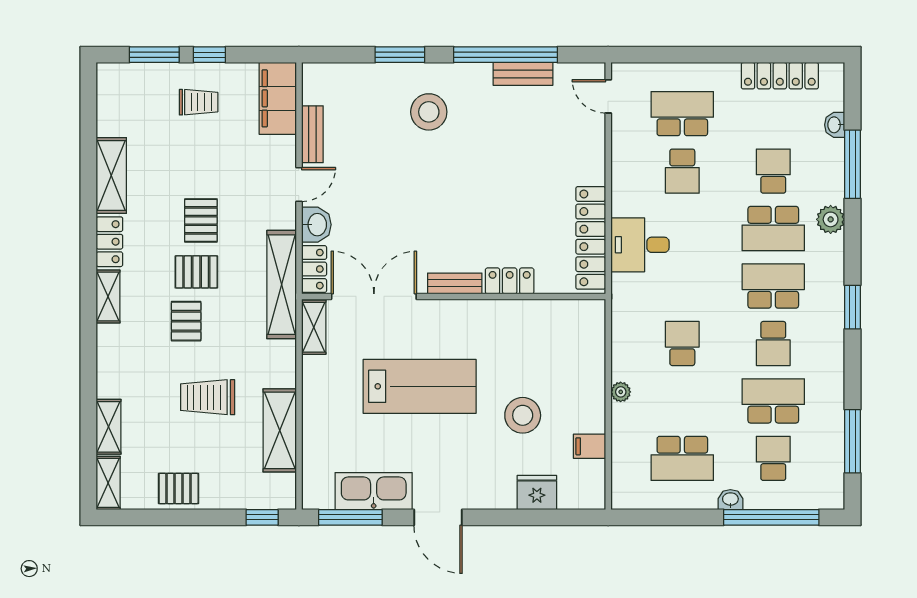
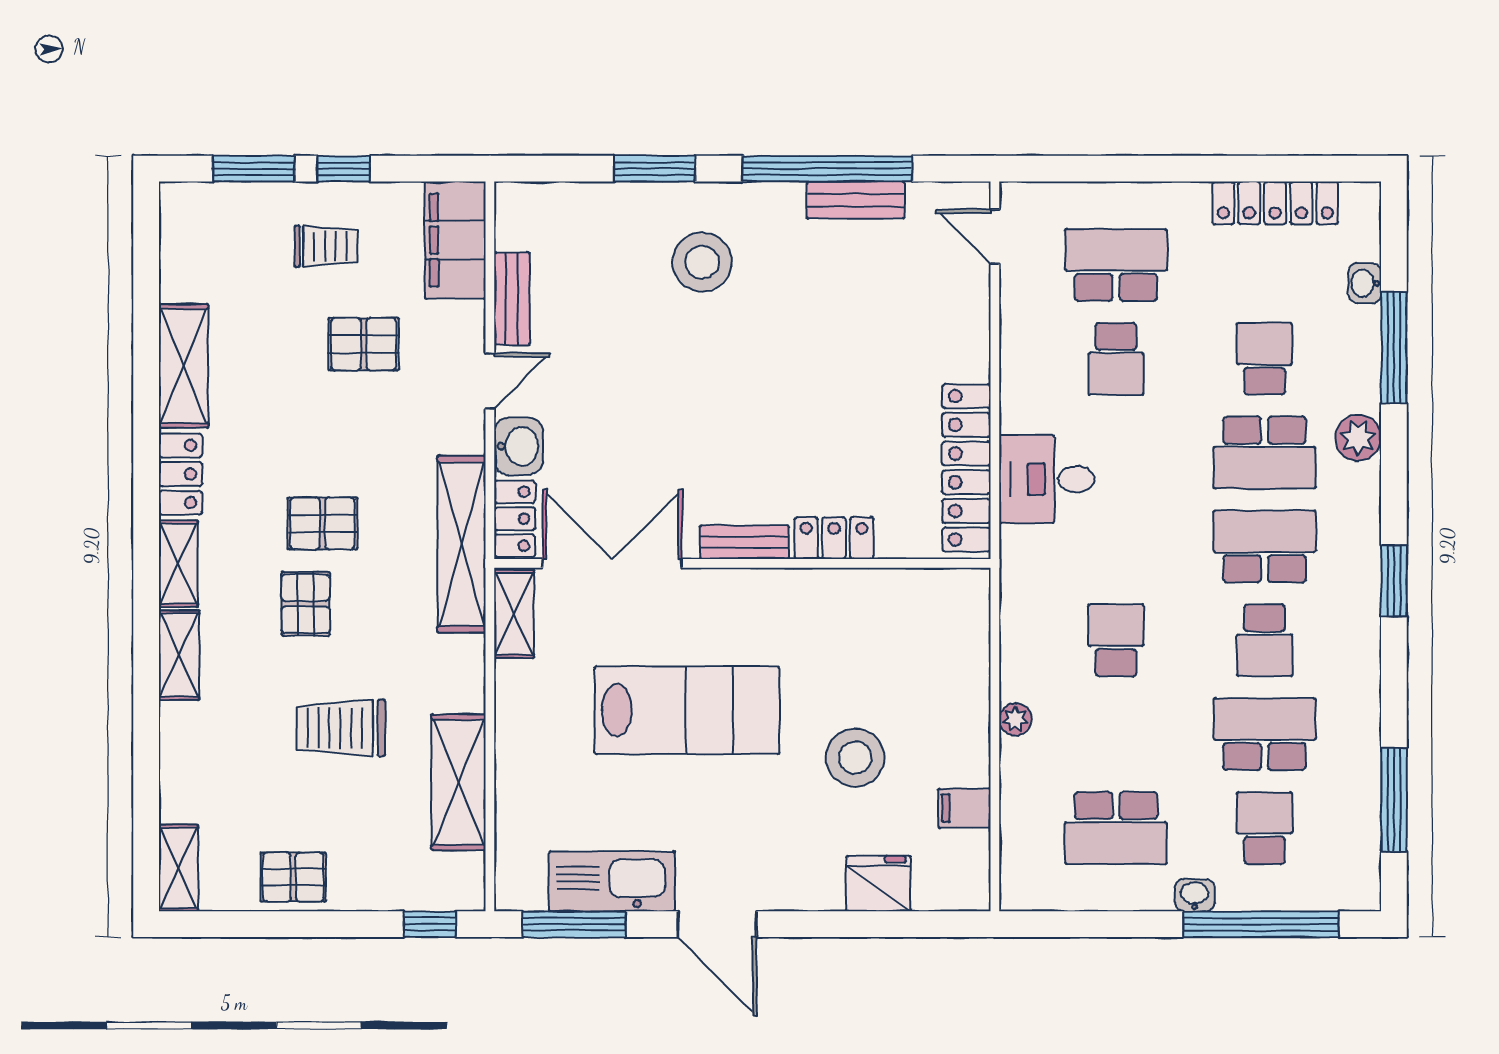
pallet: (201, 220) -> (364, 344), moved, turned 90
shelving: (109, 427) -> (179, 655), moved

